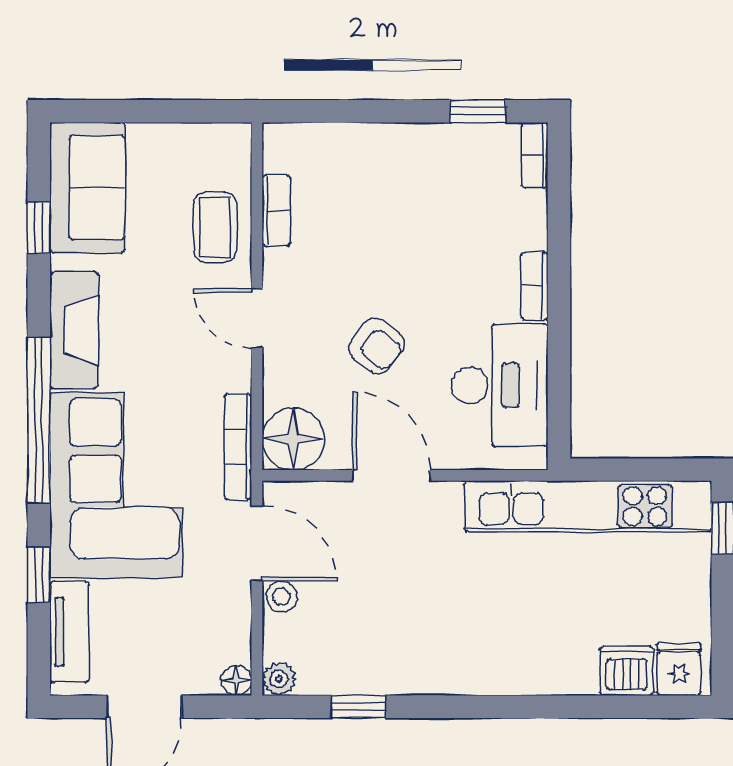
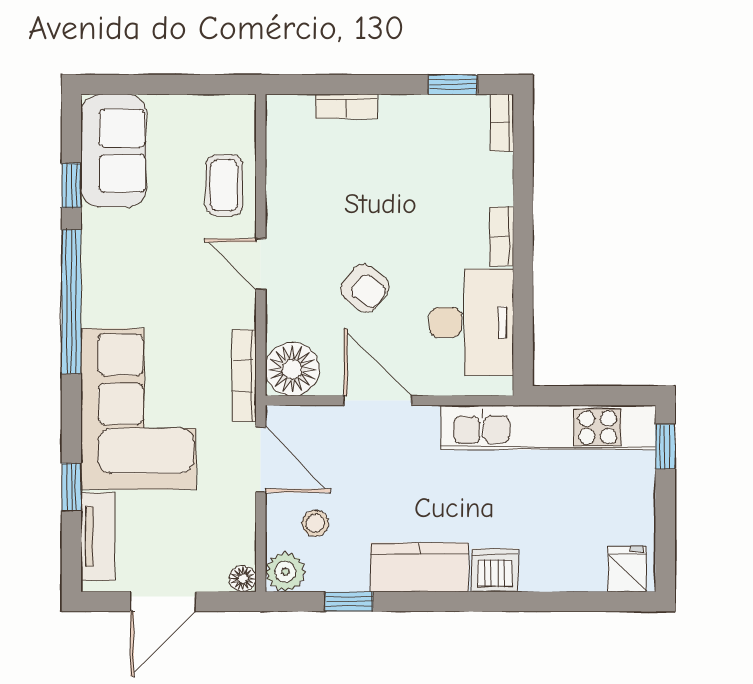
bookcase: (276, 211) -> (346, 106), moved, turned 90
fireplace: (74, 330) -> (102, 274), removed
window: (39, 420) -> (71, 302), moved
stool: (282, 597) -> (315, 523), moved
kitchen counter: (440, 667) -> (419, 567), added
dishwasher: (627, 671) -> (495, 570), moved
plant: (279, 679) -> (285, 572), width x1.38, depth x1.38

